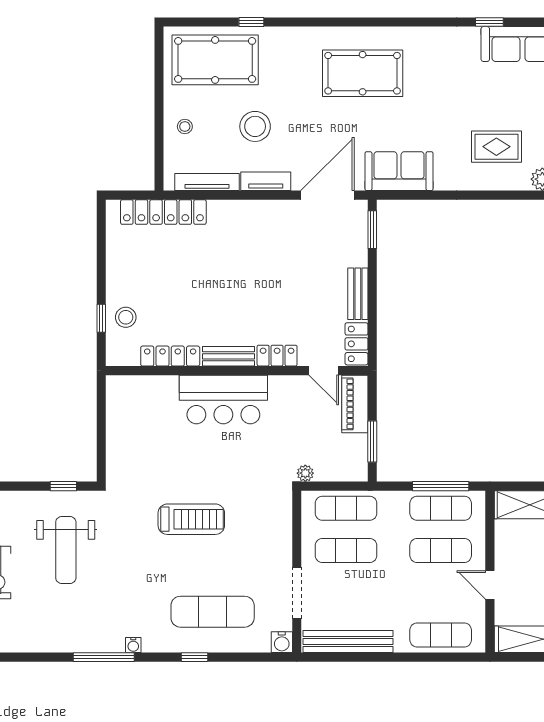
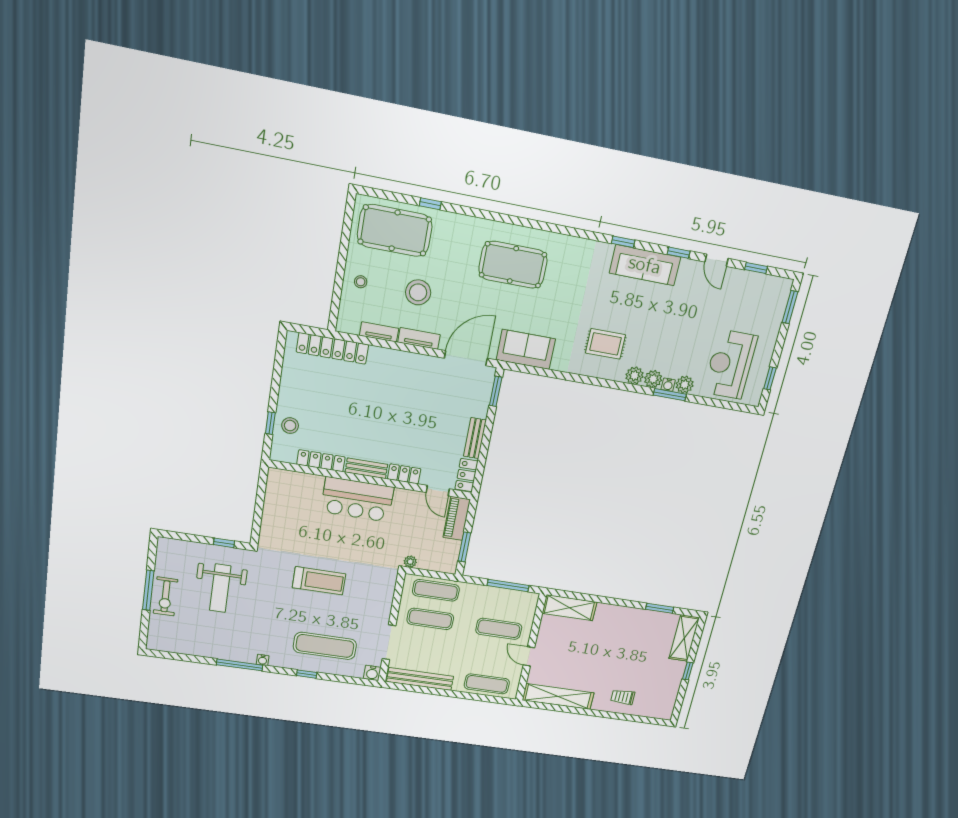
tv unit: (207, 182) -> (379, 332), width x0.71
exercise mat: (441, 508) -> (505, 601), removed

